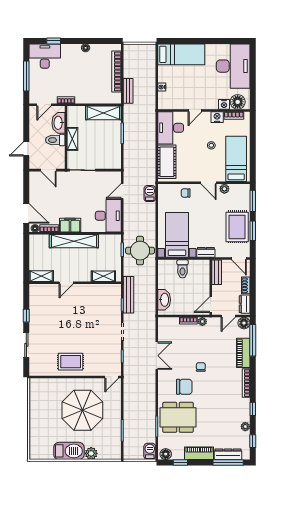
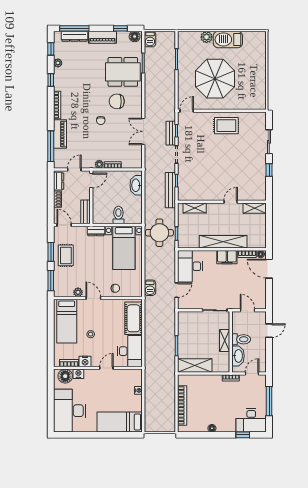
bench: (128, 91) -> (171, 133), moved
rug: (237, 227) -> (66, 255), width x0.73, depth x0.70
floor lamp: (244, 323) -> (59, 163), removed

